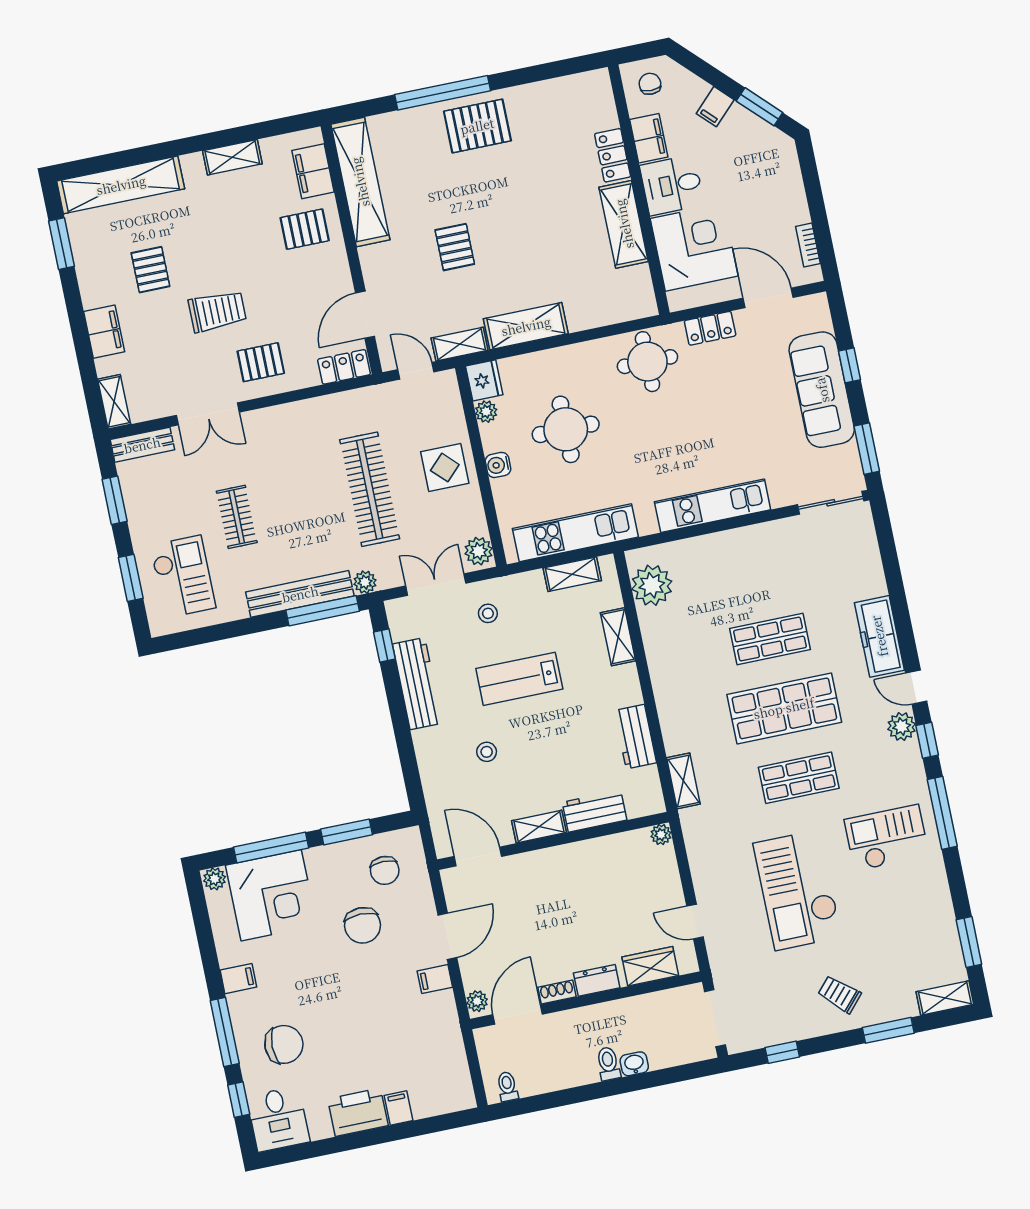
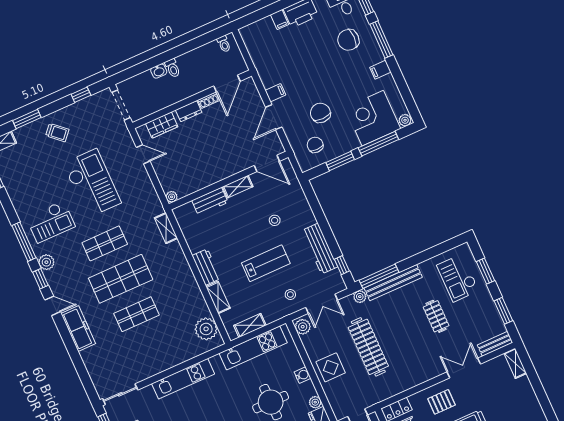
filing cabinet: (104, 332) -> (529, 400), removed
plant: (902, 727) -> (46, 262), moved
workbench: (635, 737) -> (206, 267), moved
plant: (477, 1001) -> (250, 86), removed

